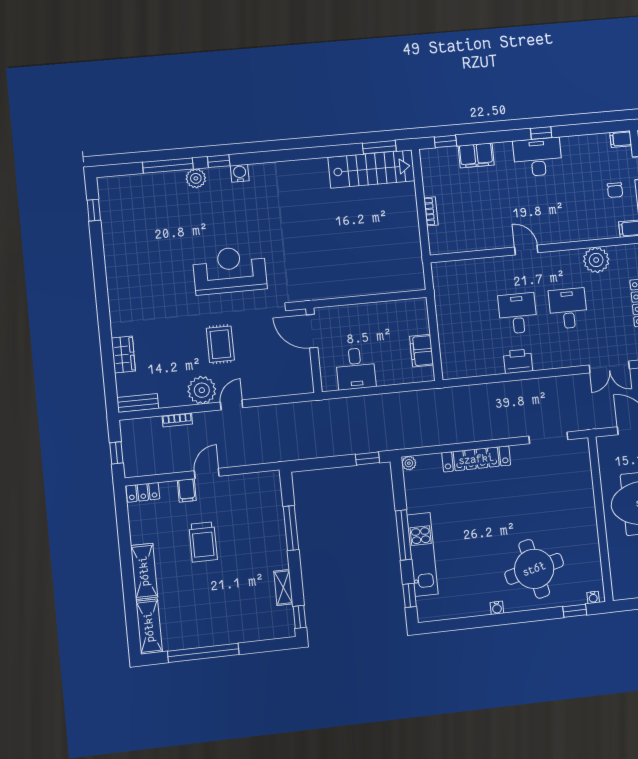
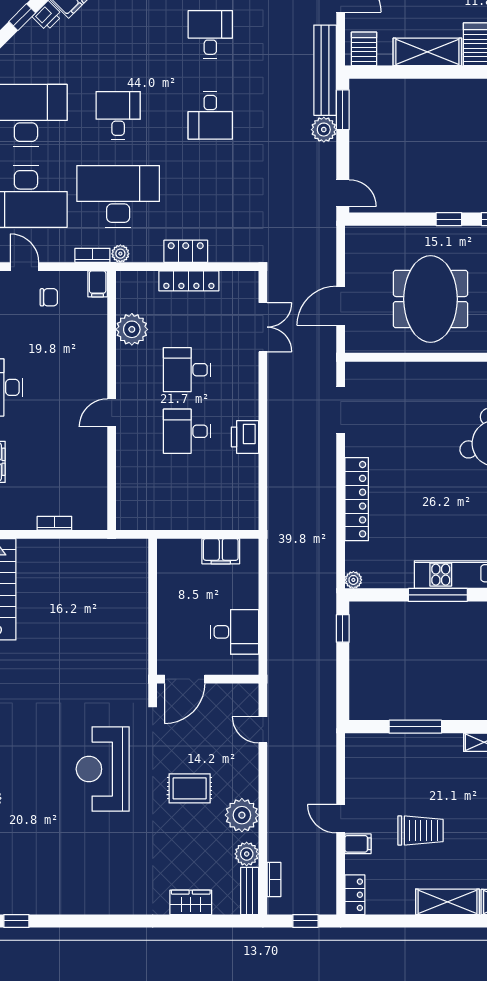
plant: (169, 397) -> (247, 854), added
door: (232, 405) -> (263, 730), moved
bookcase: (177, 420) -> (274, 880), moved

